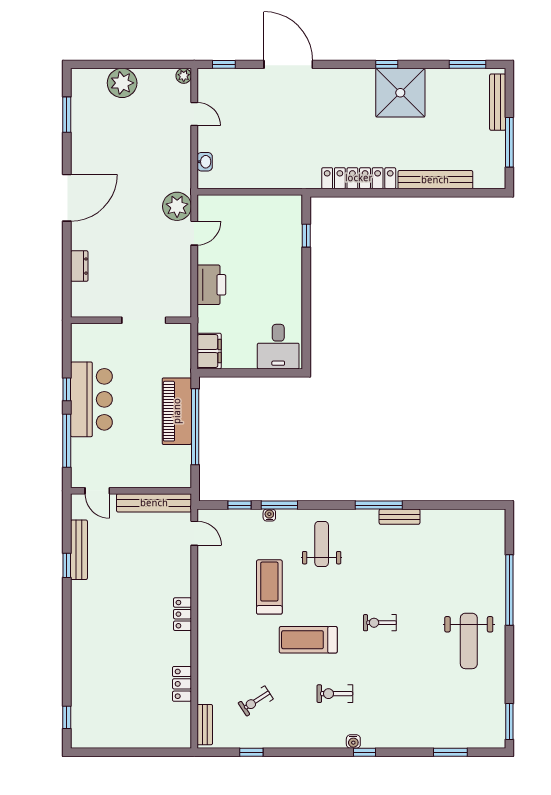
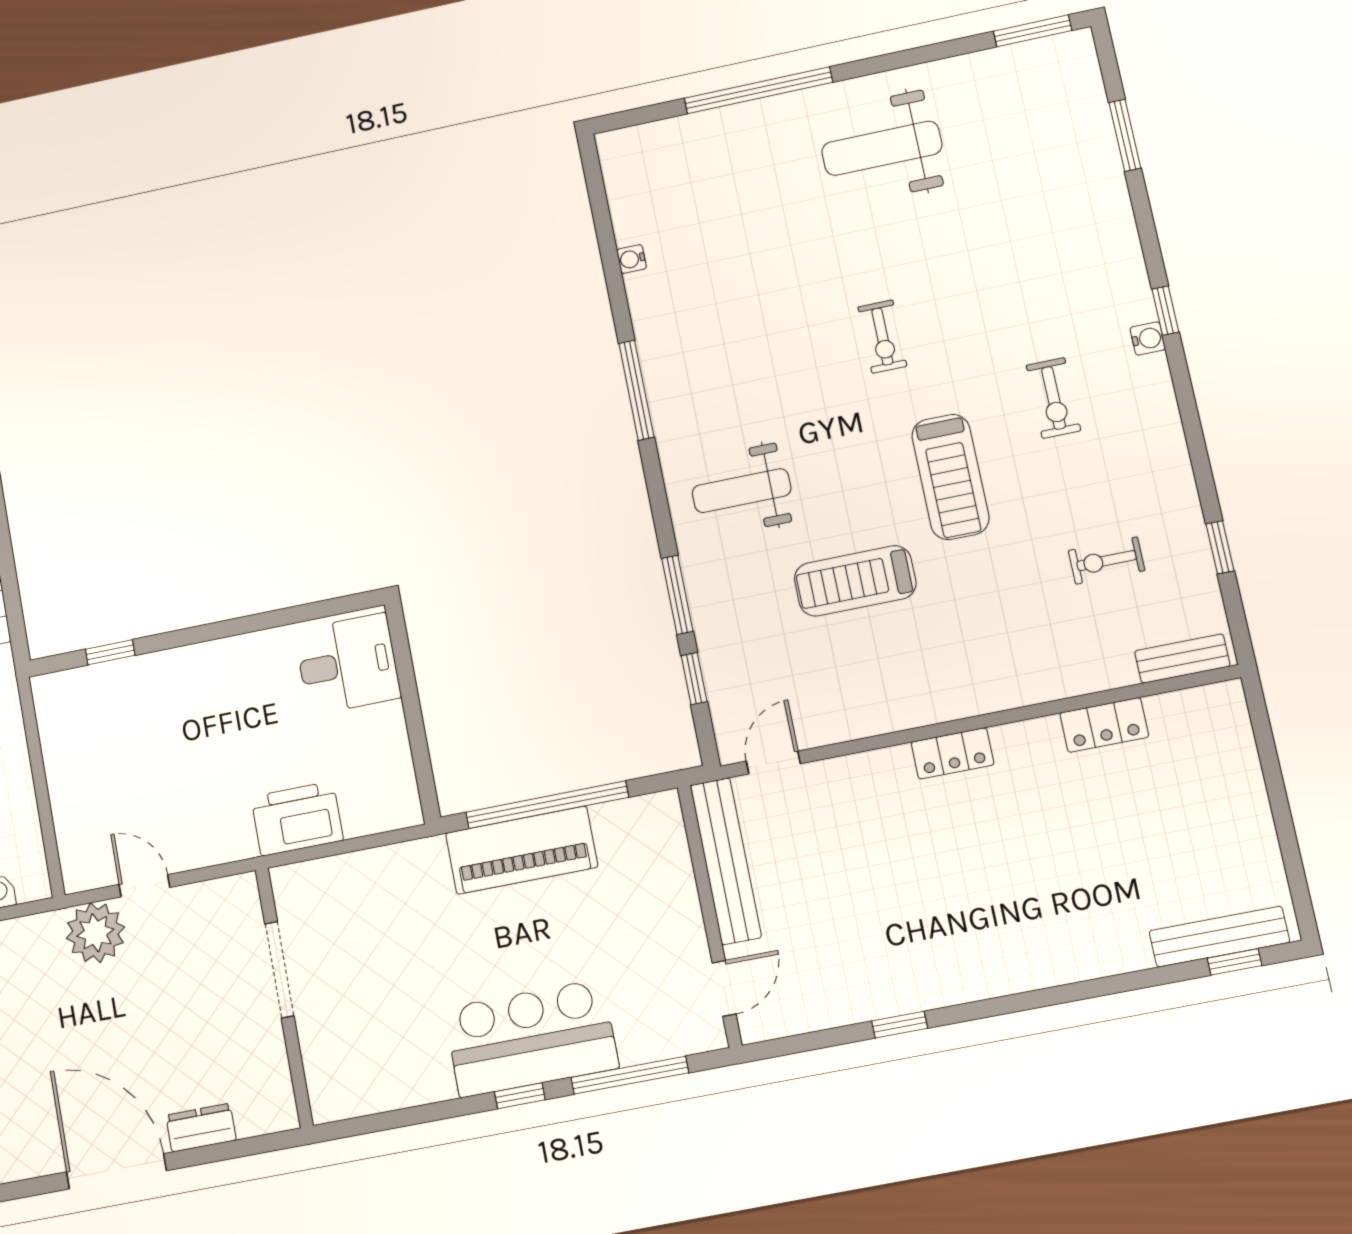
dresser: (79, 266) -> (201, 1128), moved
printer: (211, 285) -> (297, 819), moved
wall: (131, 320) -> (284, 997), moved
doorway: (144, 320) -> (279, 970), moved
filing cabinet: (209, 351) -> (383, 807), removed
water cooler: (269, 515) -> (632, 259), moved
bench: (400, 517) -> (652, 343), removed
bench: (79, 550) -> (1219, 937), moved
weight bench: (469, 641) -> (882, 148), turned 180
exercise bike: (256, 701) -> (1106, 561), turned 123

